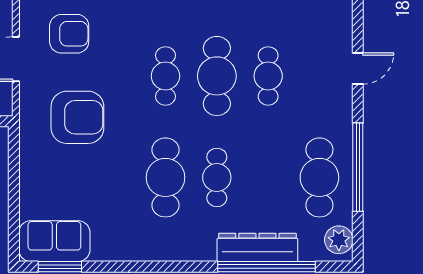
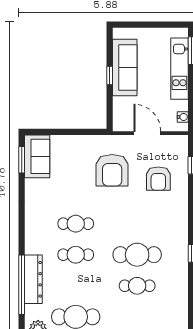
armchair: (69, 34) -> (158, 179), moved
cafe table: (165, 76) -> (137, 224), removed
cafe table: (165, 177) -> (76, 224), width x0.73, depth x0.74

